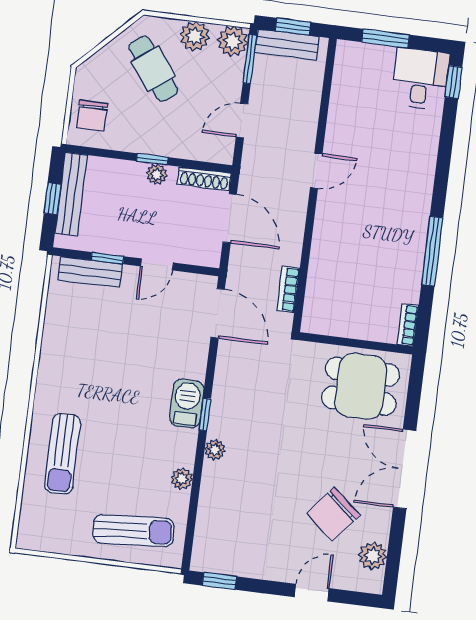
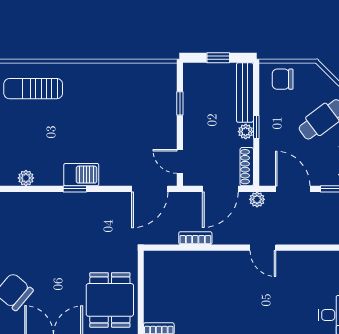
door: (242, 120) -> (293, 189), width x1.38
bench: (71, 194) -> (245, 93), moved, turned 90
door: (157, 264) -> (180, 161), moved
bench: (90, 272) -> (168, 92), removed
bookcase: (288, 289) -> (195, 238), moved
plant: (215, 450) -> (257, 199), moved

